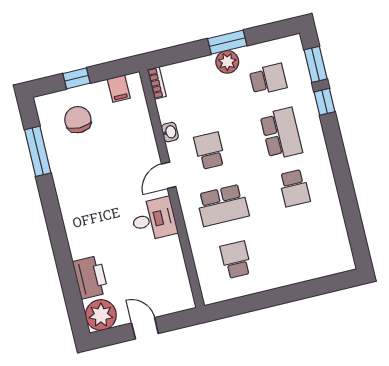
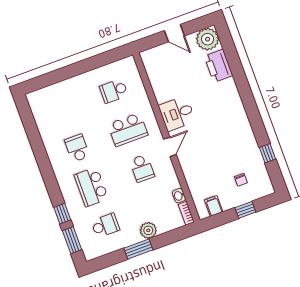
plant: (227, 62) -> (148, 230), moved
school desk: (268, 79) -> (105, 226), turned 180
chair: (78, 120) -> (241, 180), width x0.54, depth x0.54
washbasin: (170, 132) -> (179, 196), moved
window: (38, 151) -> (267, 153), width x0.46
school desk: (223, 205) -> (128, 130), turned 180
school desk: (236, 260) -> (114, 91), turned 90

